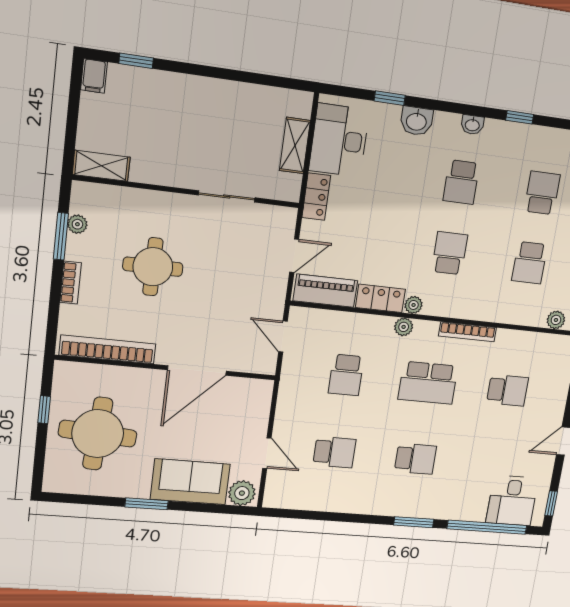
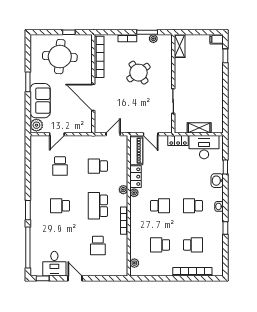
round table: (153, 267) -> (138, 73), turned -36
school desk: (415, 459) -> (60, 206), turned 90
desk: (512, 501) -> (54, 264), moved, turned -90

